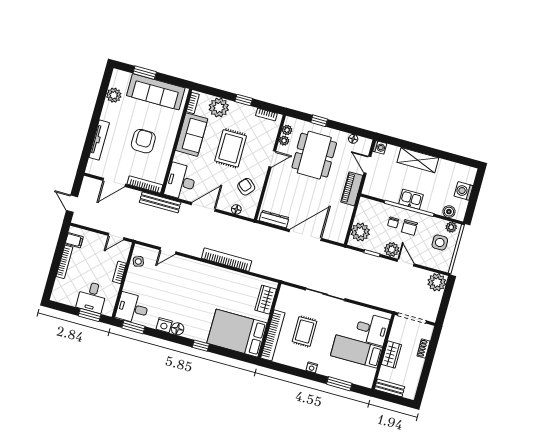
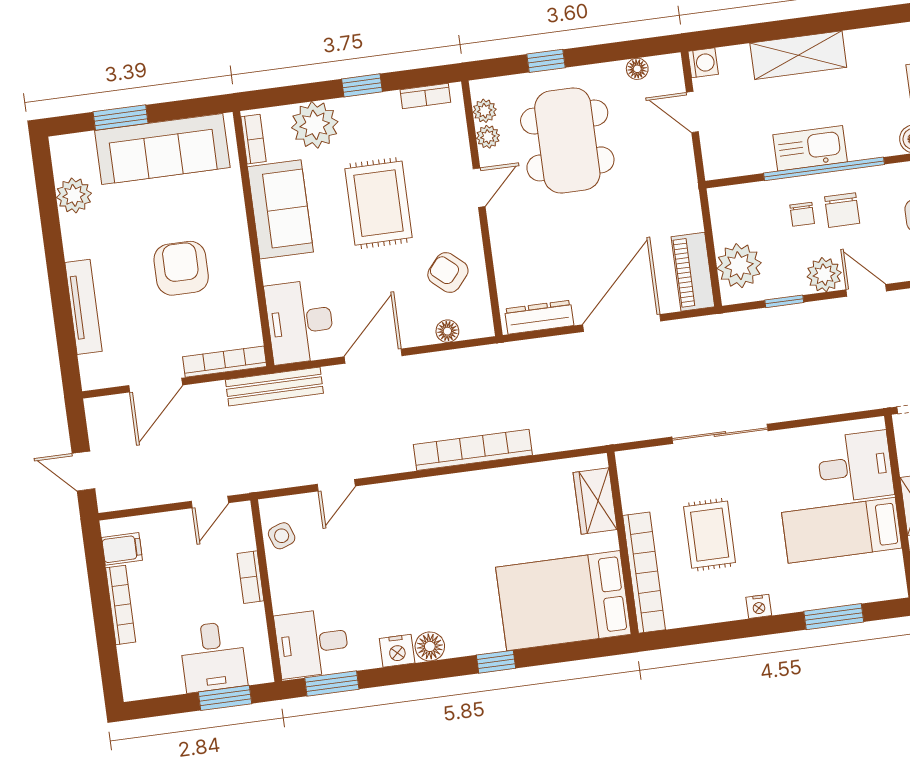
piano: (352, 189) -> (693, 272), moved
kitchen sink: (411, 199) -> (810, 148), width x1.38

